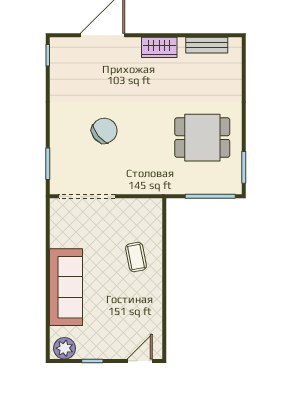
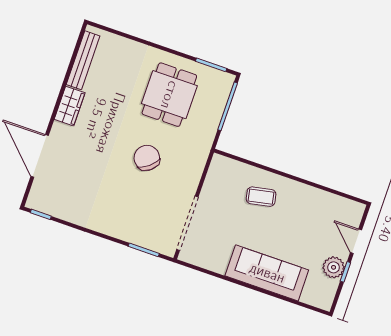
bench: (207, 45) -> (83, 60), width x1.36
chair: (104, 131) -> (147, 158), moved
plant: (65, 348) -> (334, 267), moved
door: (140, 361) -> (356, 241), moved

